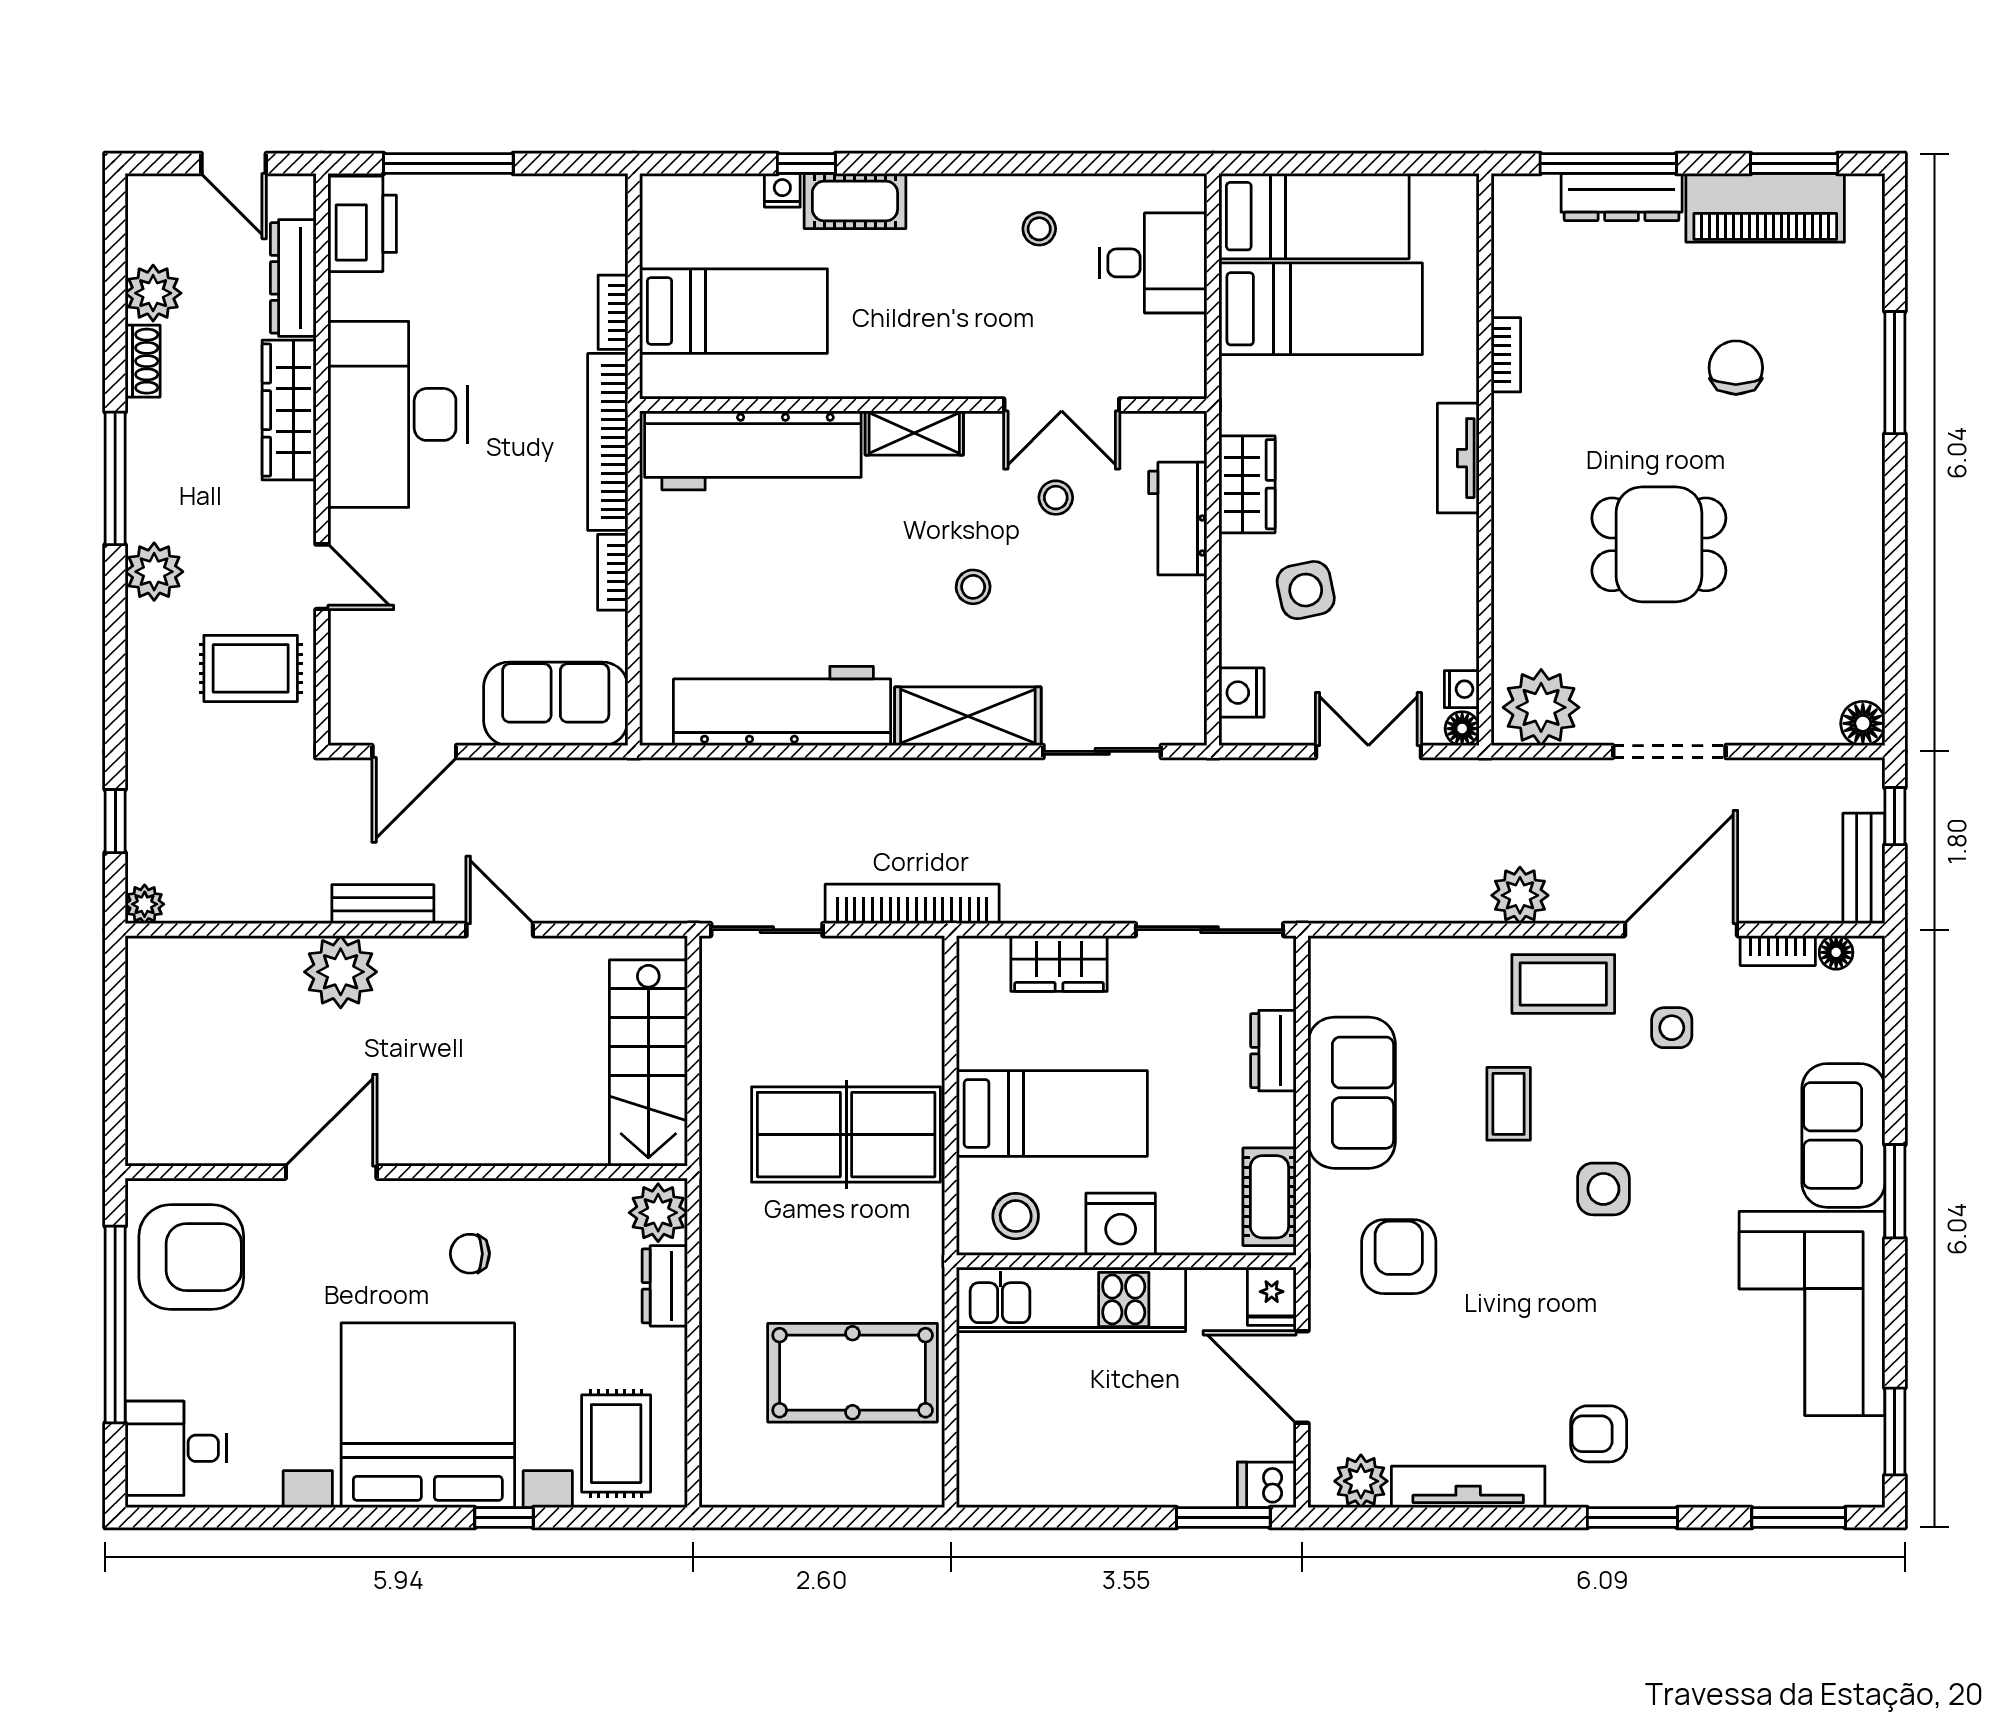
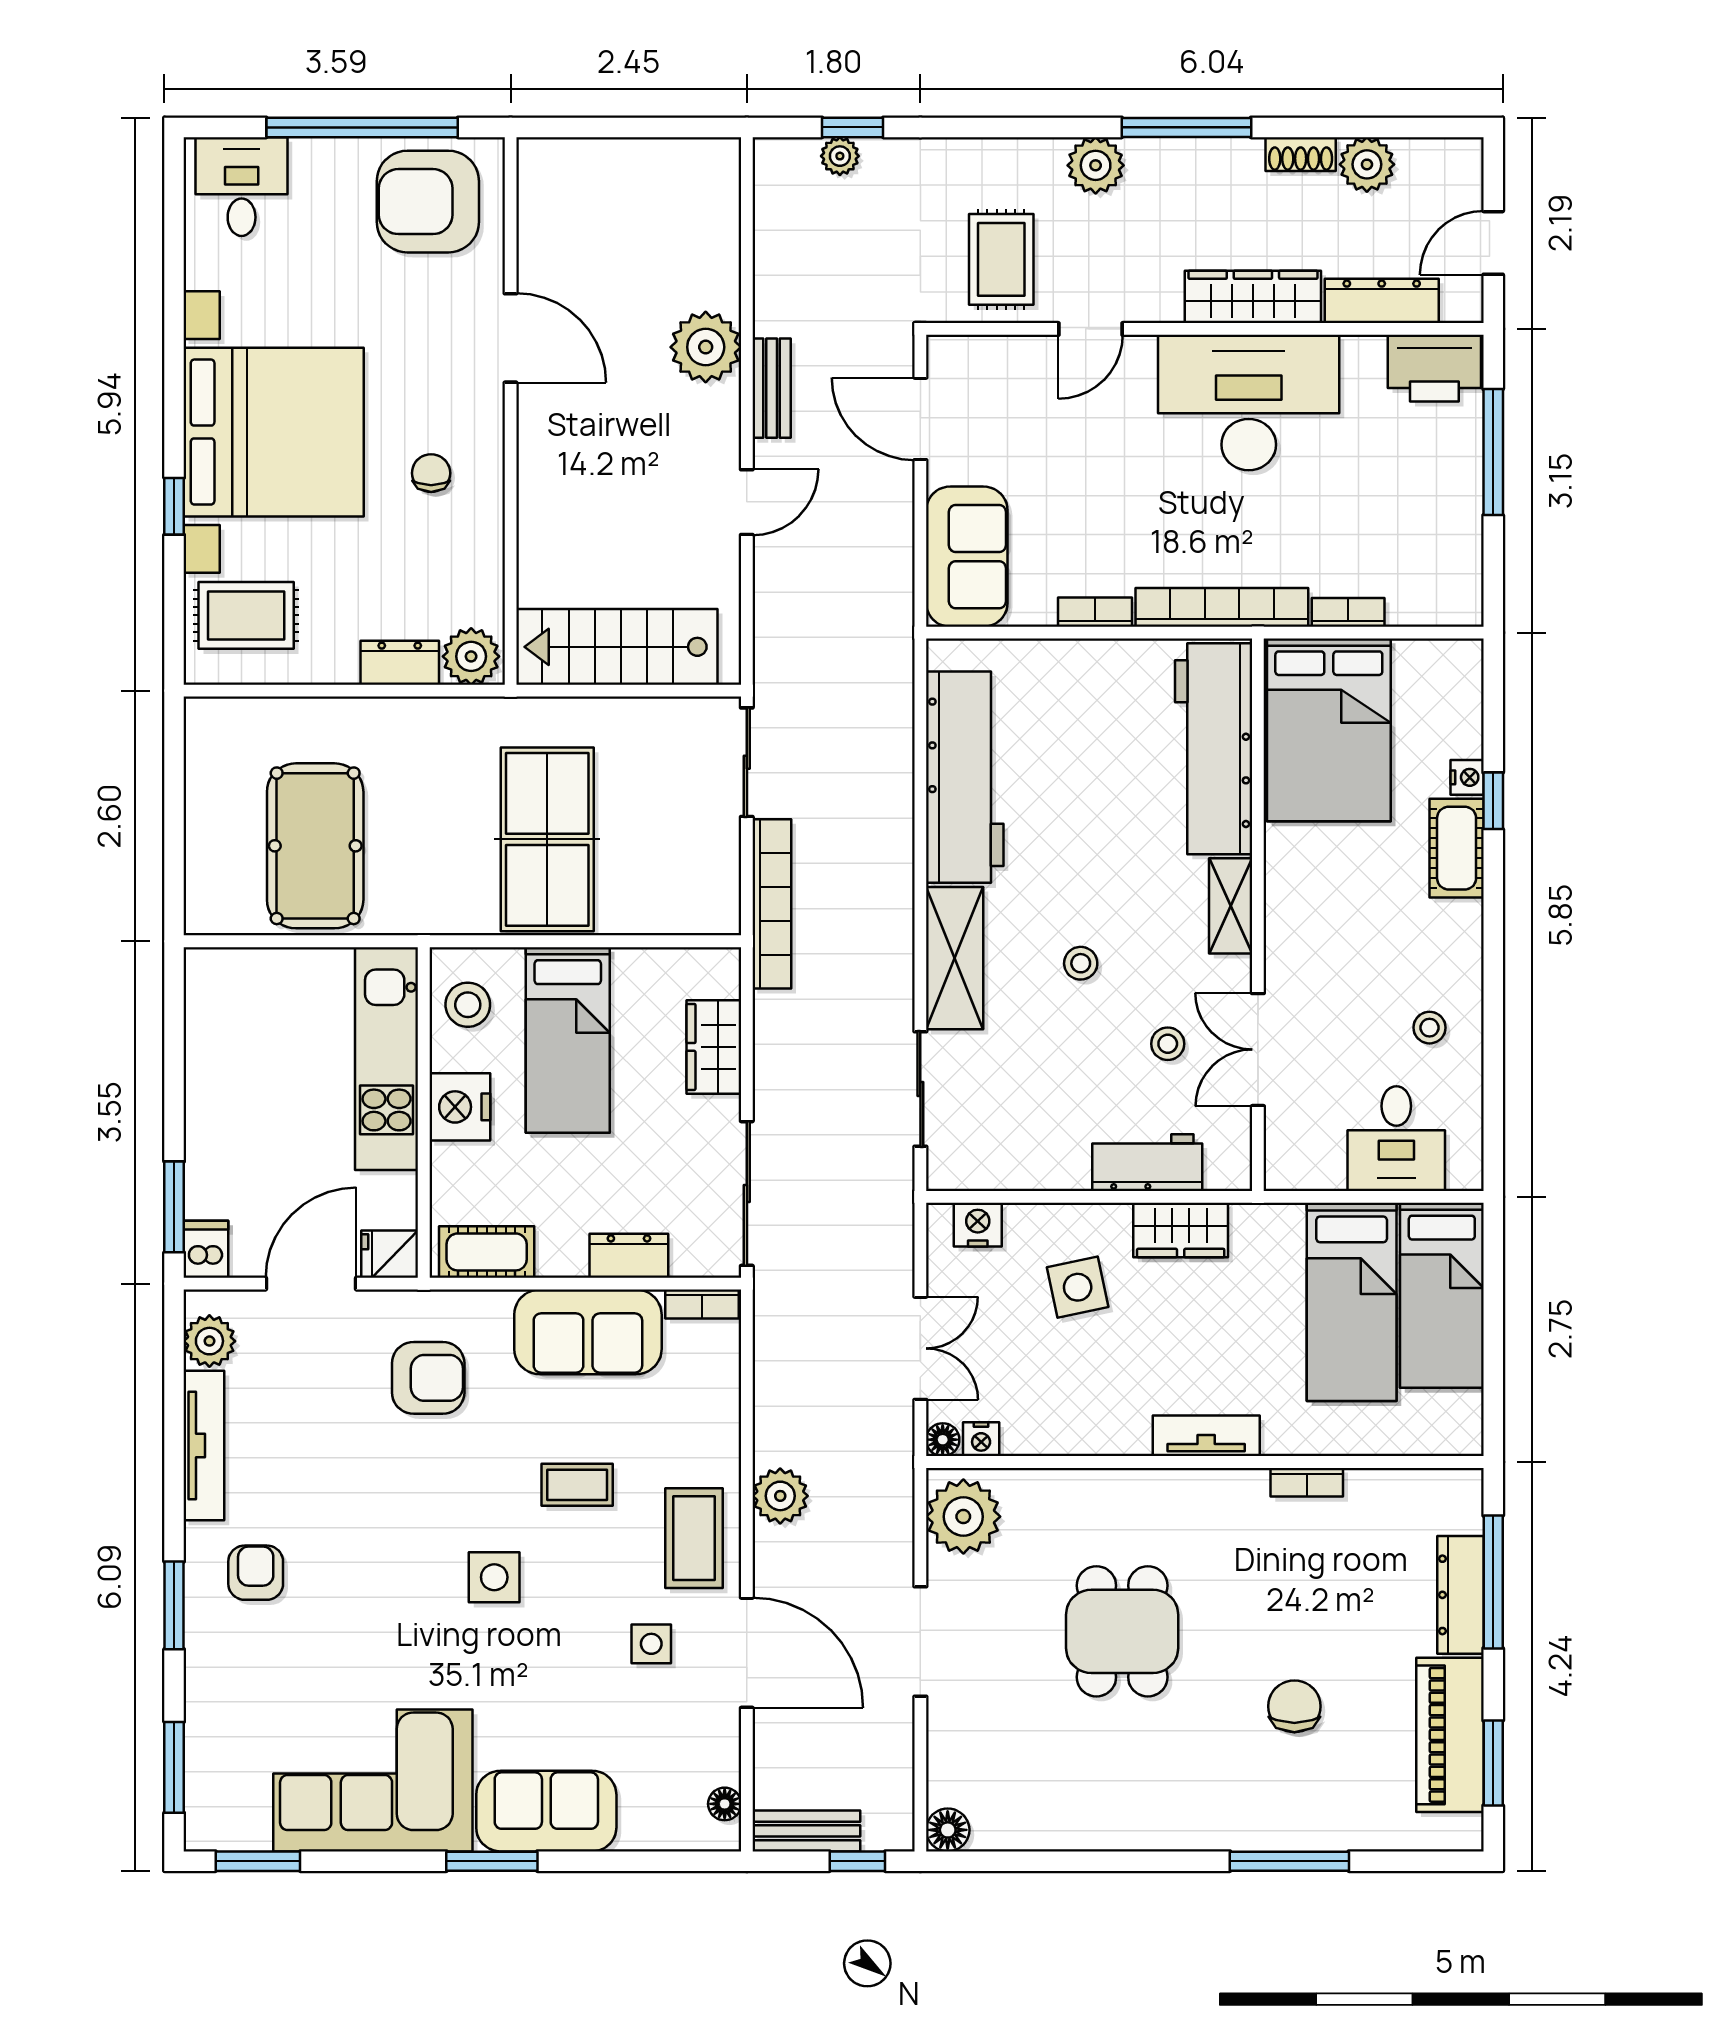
bed: (734, 311) -> (1329, 730), width x1.50
chair: (1736, 368) -> (1294, 1706), turned -90
plant: (145, 904) -> (840, 156), moved
bookcase: (1778, 951) -> (702, 1304), moved, turned -90
armchair: (191, 1257) -> (428, 202), turned 90

